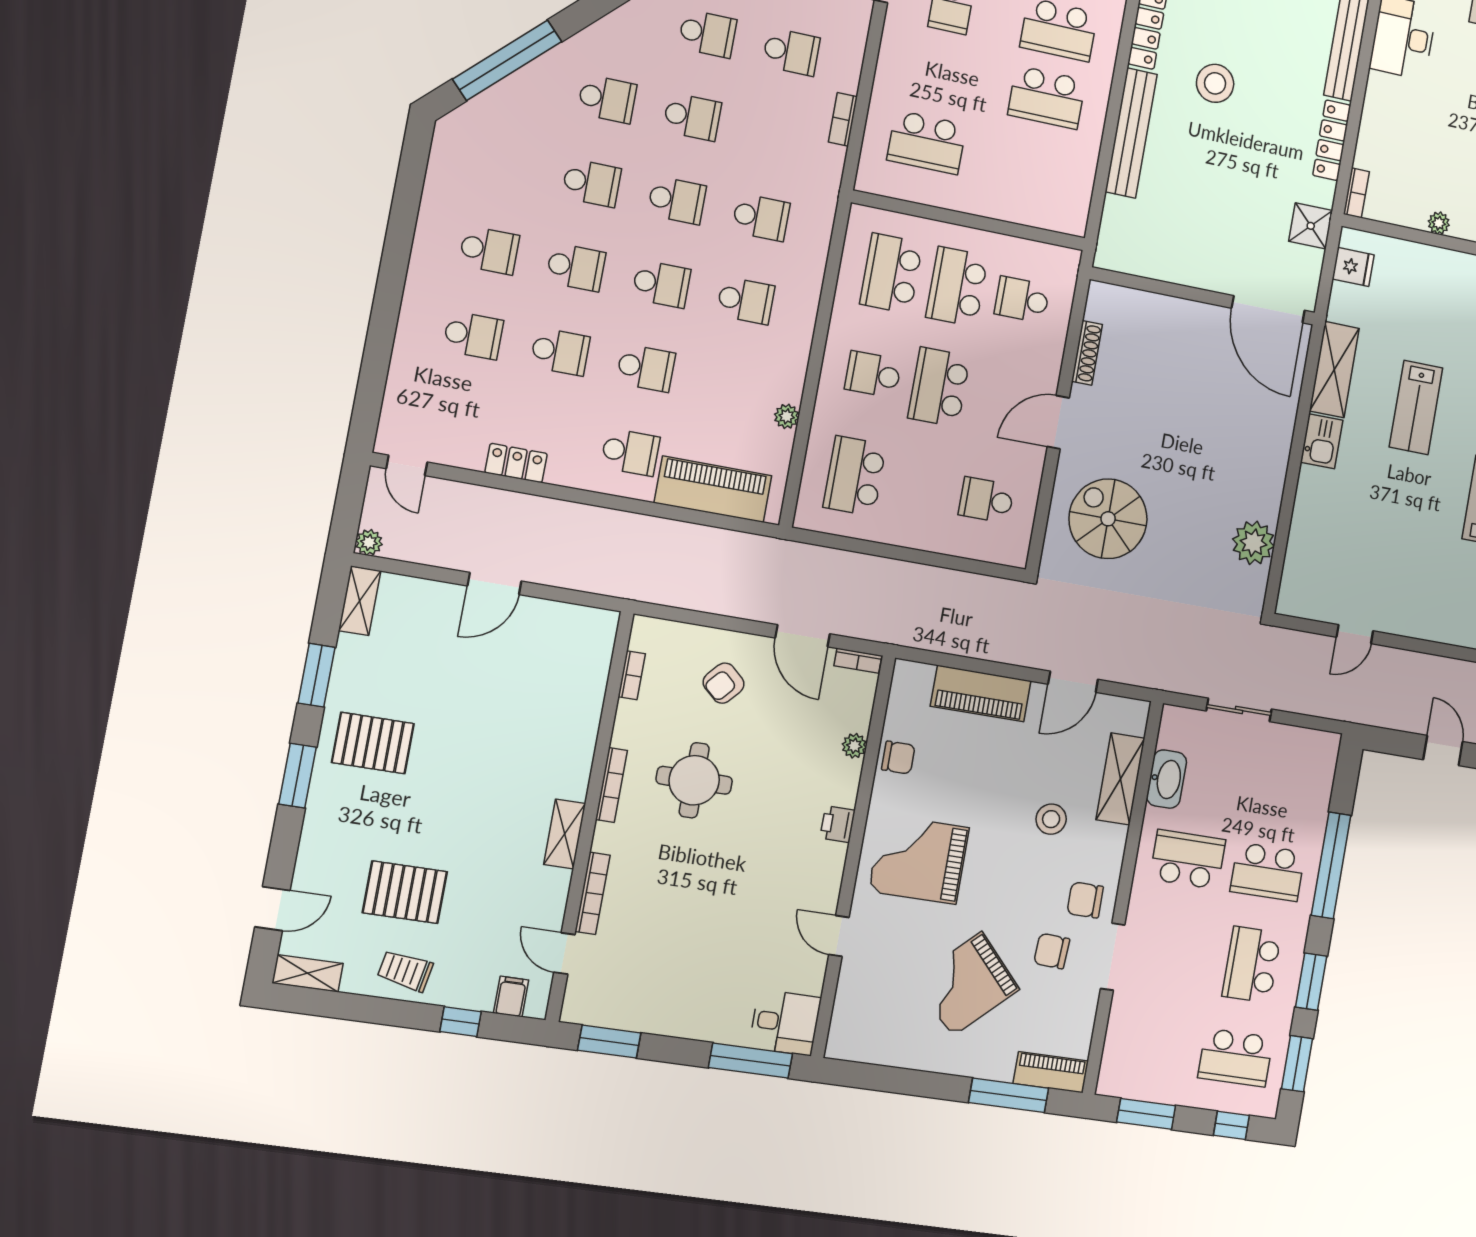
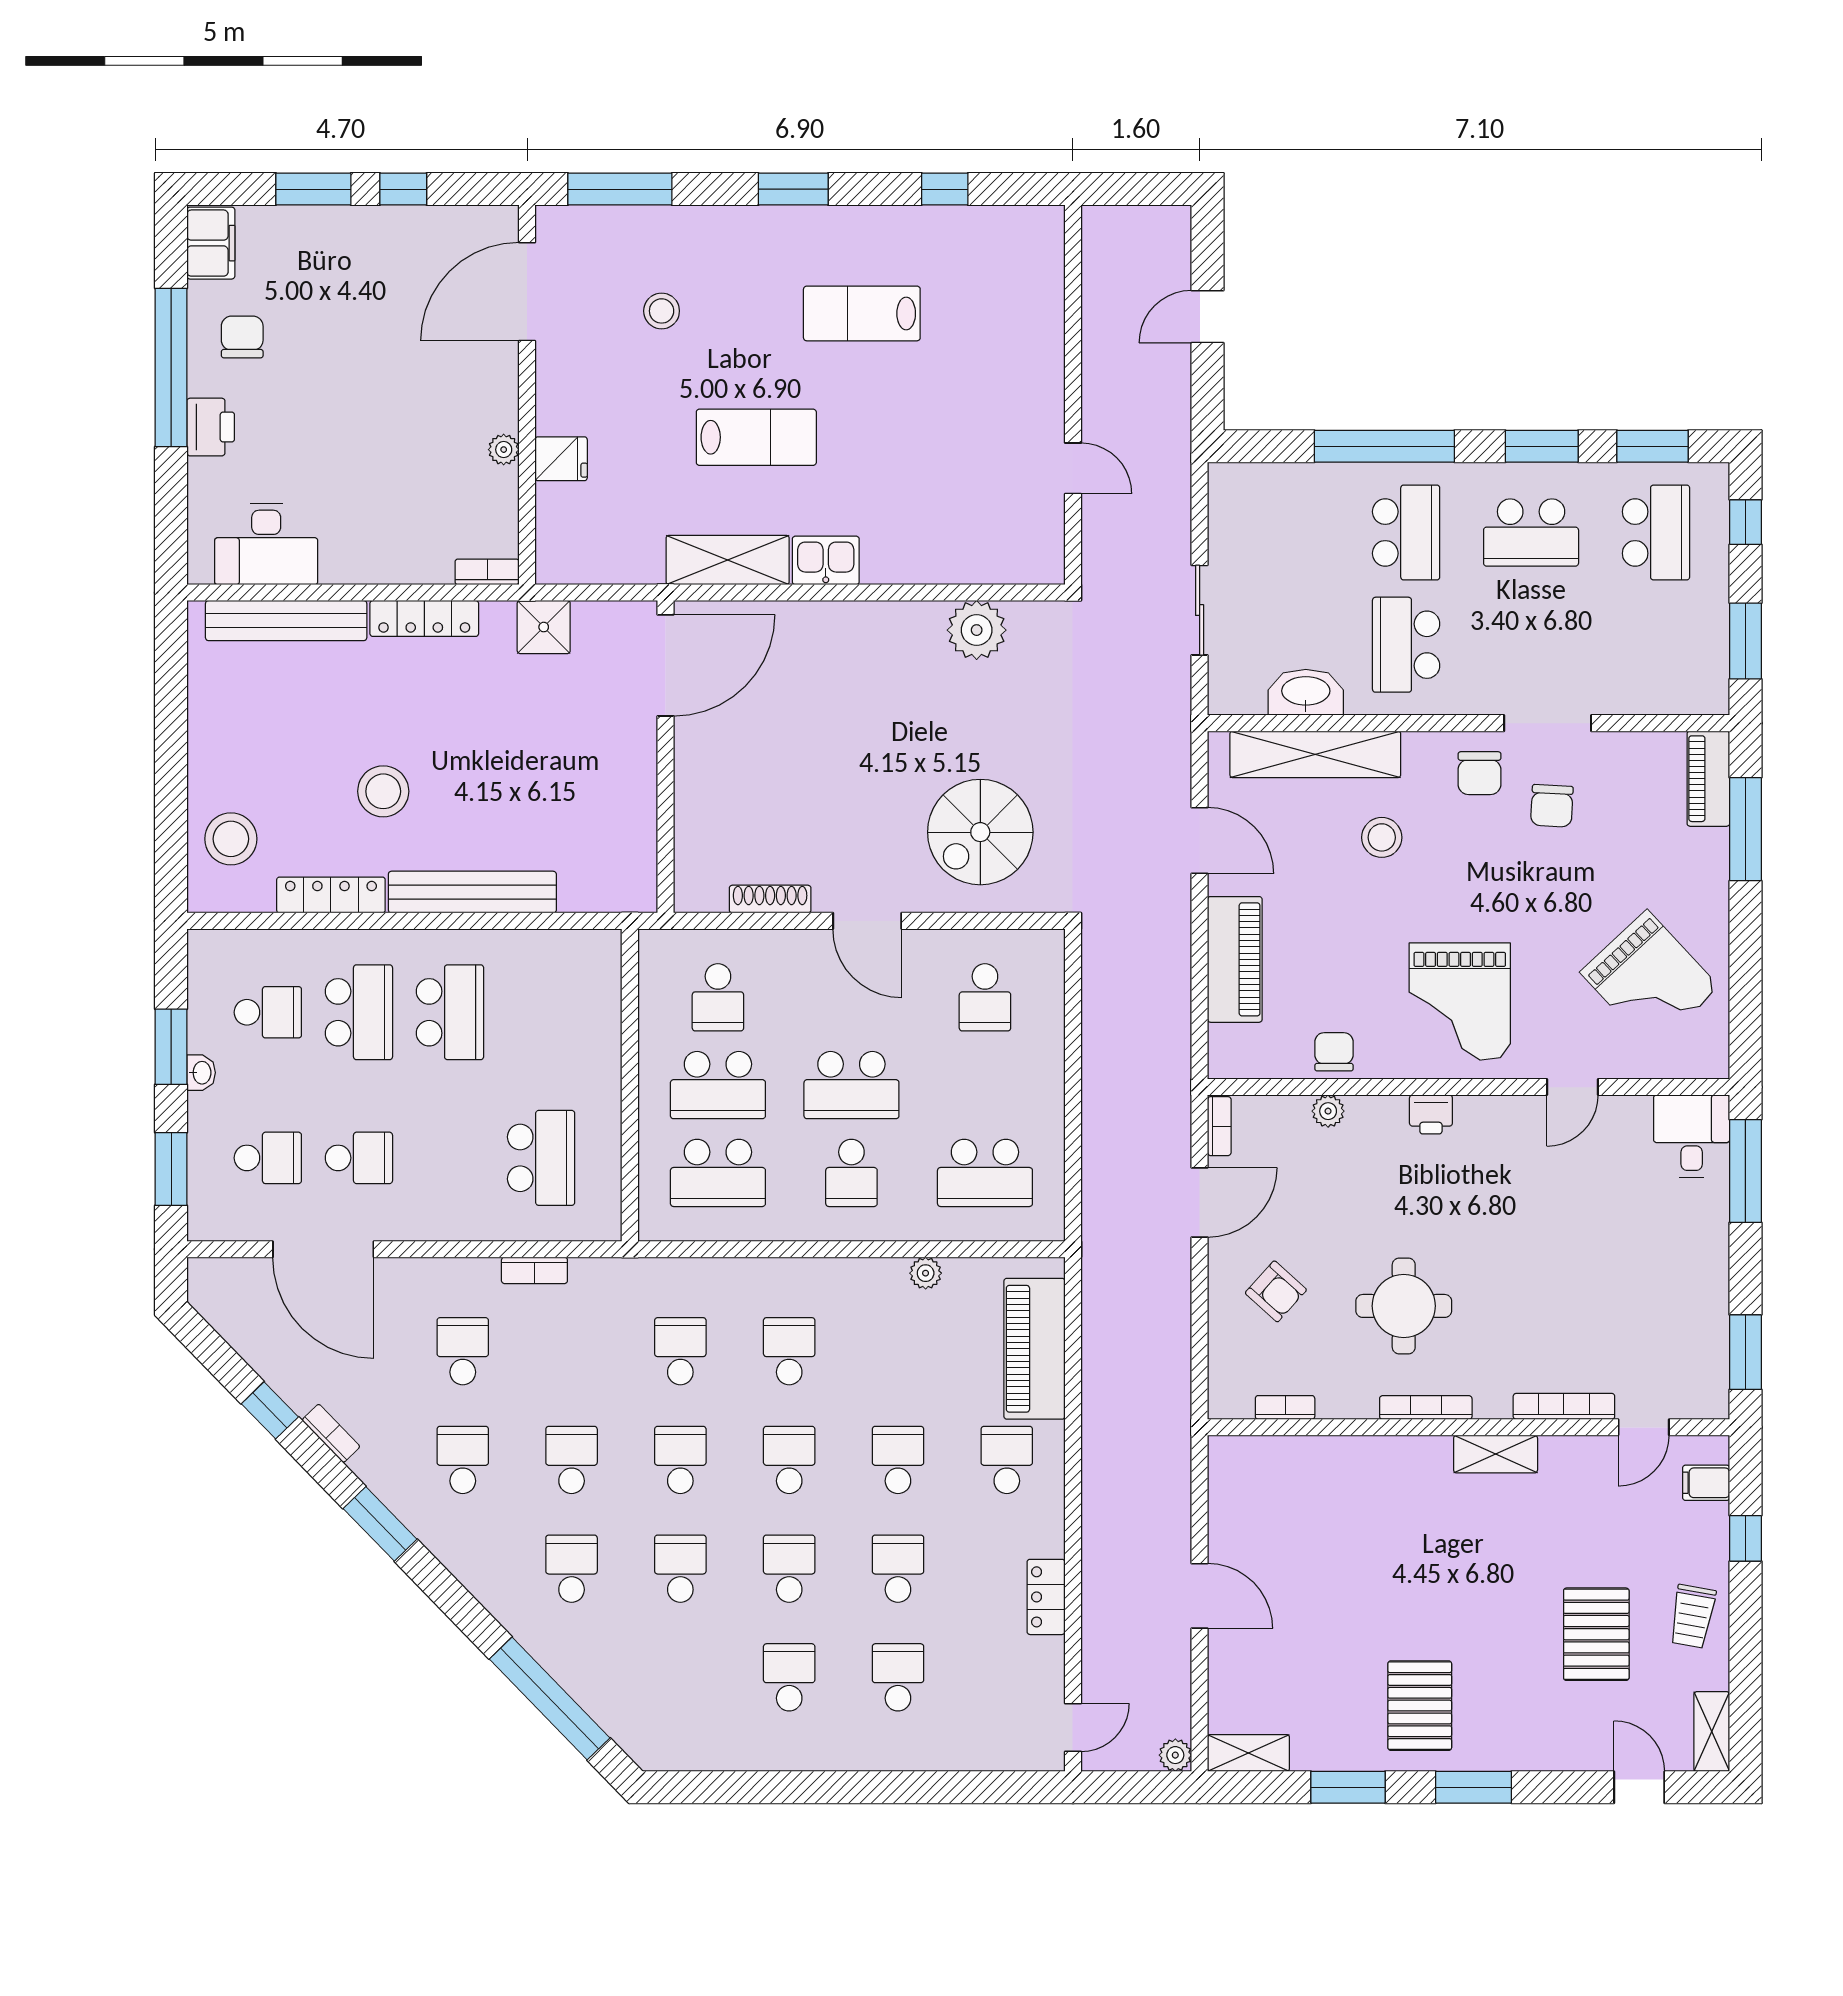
fridge: (1353, 267) -> (561, 459), moved, turned 90
shelving: (1120, 779) -> (1315, 754), width x1.47
grand piano: (967, 984) -> (1650, 980), moved

